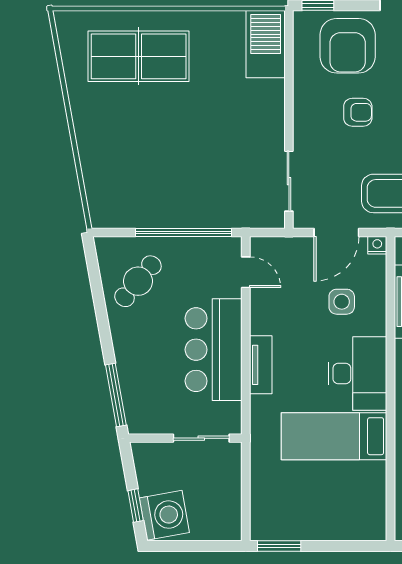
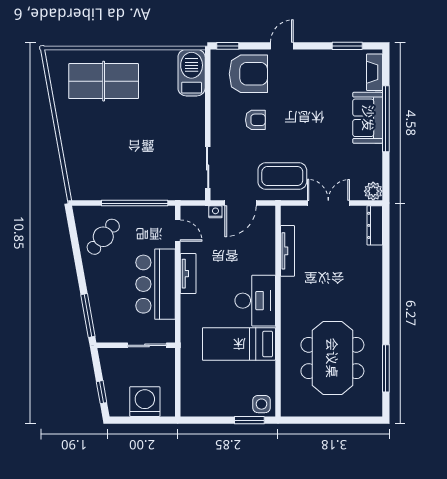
armchair: (348, 46) -> (248, 74), turned -90
nightstand: (377, 245) -> (215, 212), moved
side table: (342, 302) -> (261, 404), moved
tv unit: (261, 365) -> (188, 274), moved
washing machine: (164, 515) -> (145, 402), moved, turned -80
window: (279, 546) -> (249, 420), moved

